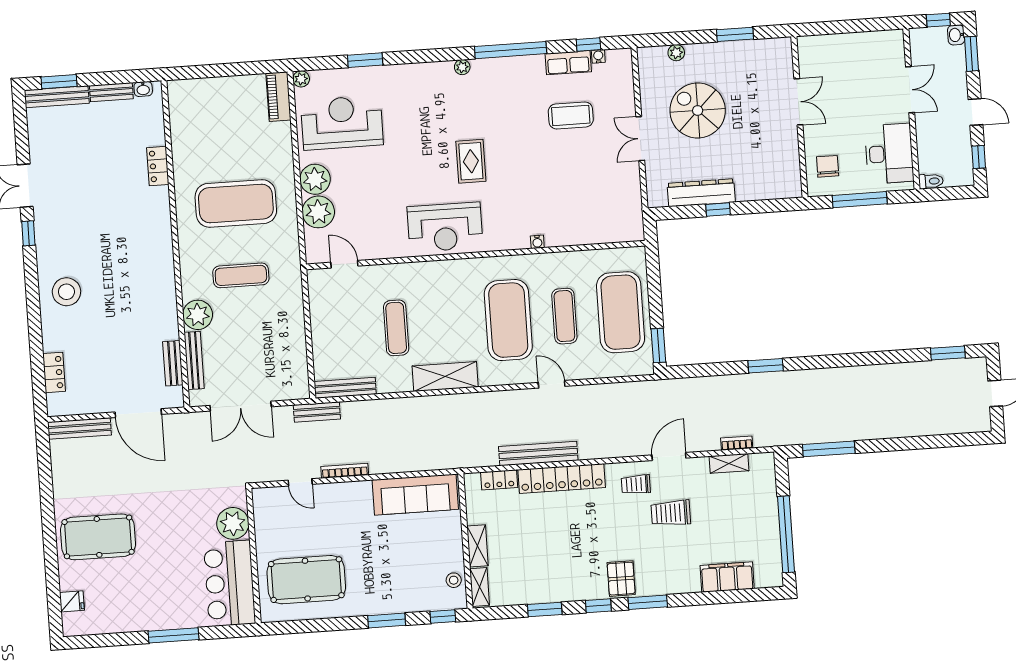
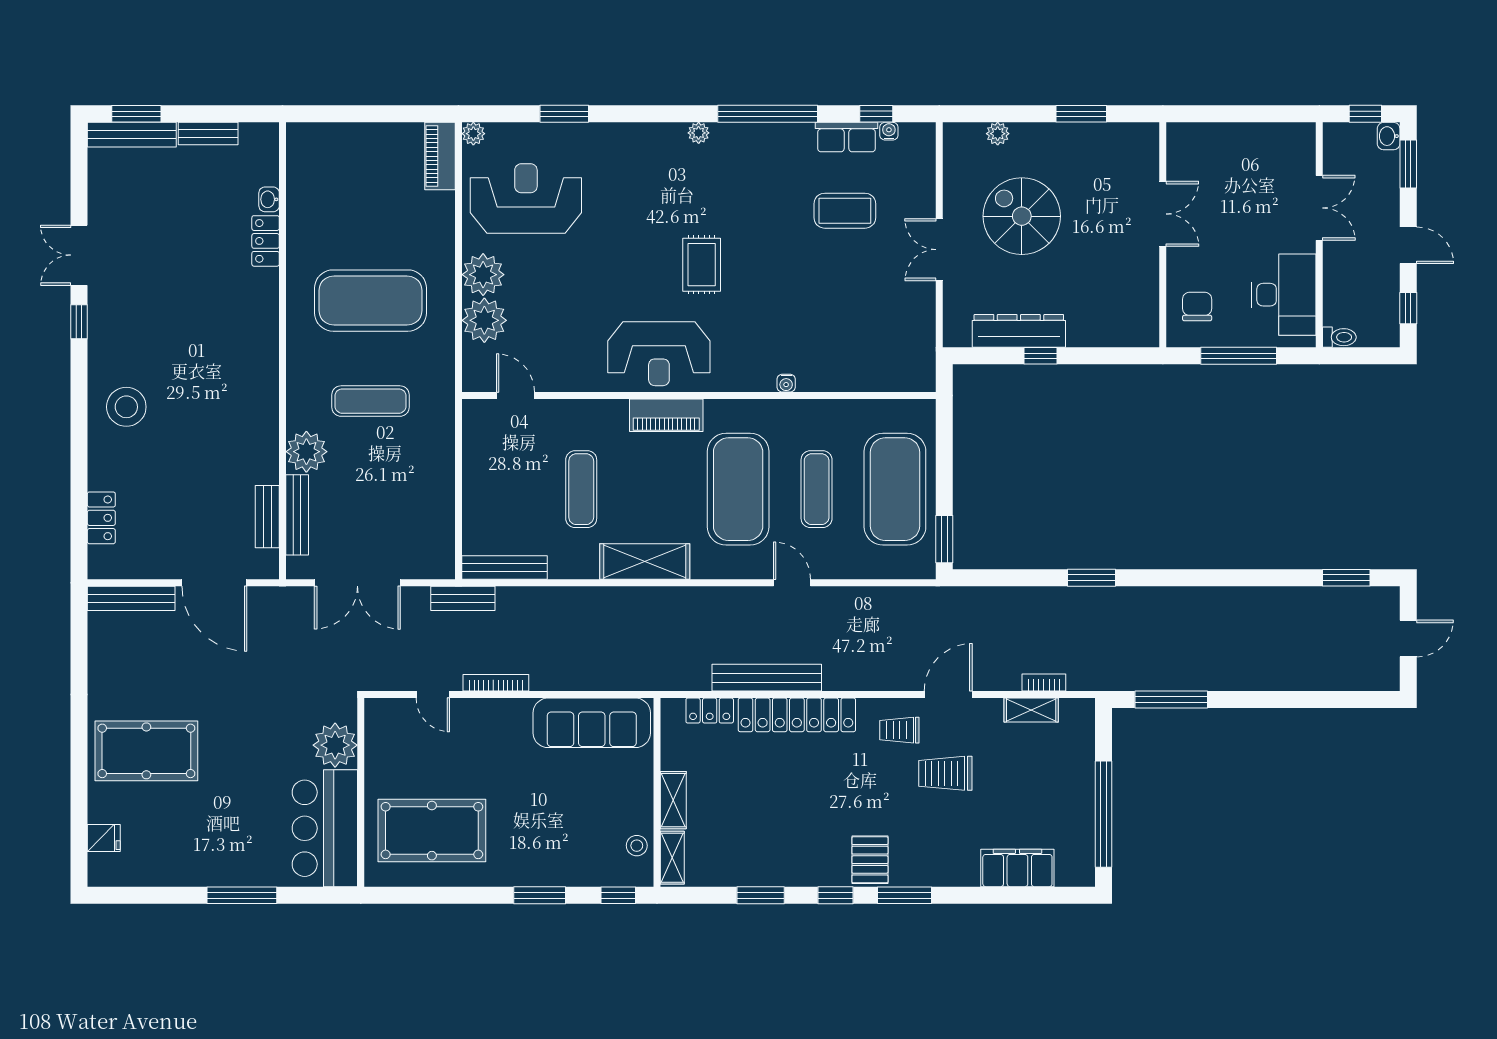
washbasin: (143, 89) -> (269, 199), moved, turned 90
piano: (453, 271) -> (666, 415), added

